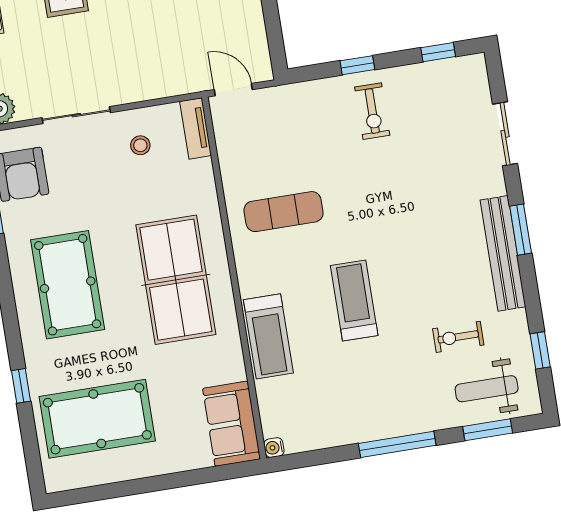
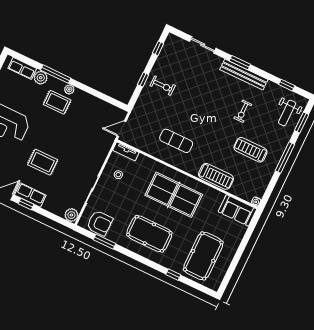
exercise mat: (284, 212) -> (176, 141), turned 90
treadmill: (354, 301) -> (250, 150), moved
exercise bike: (458, 337) -> (243, 111), moved

